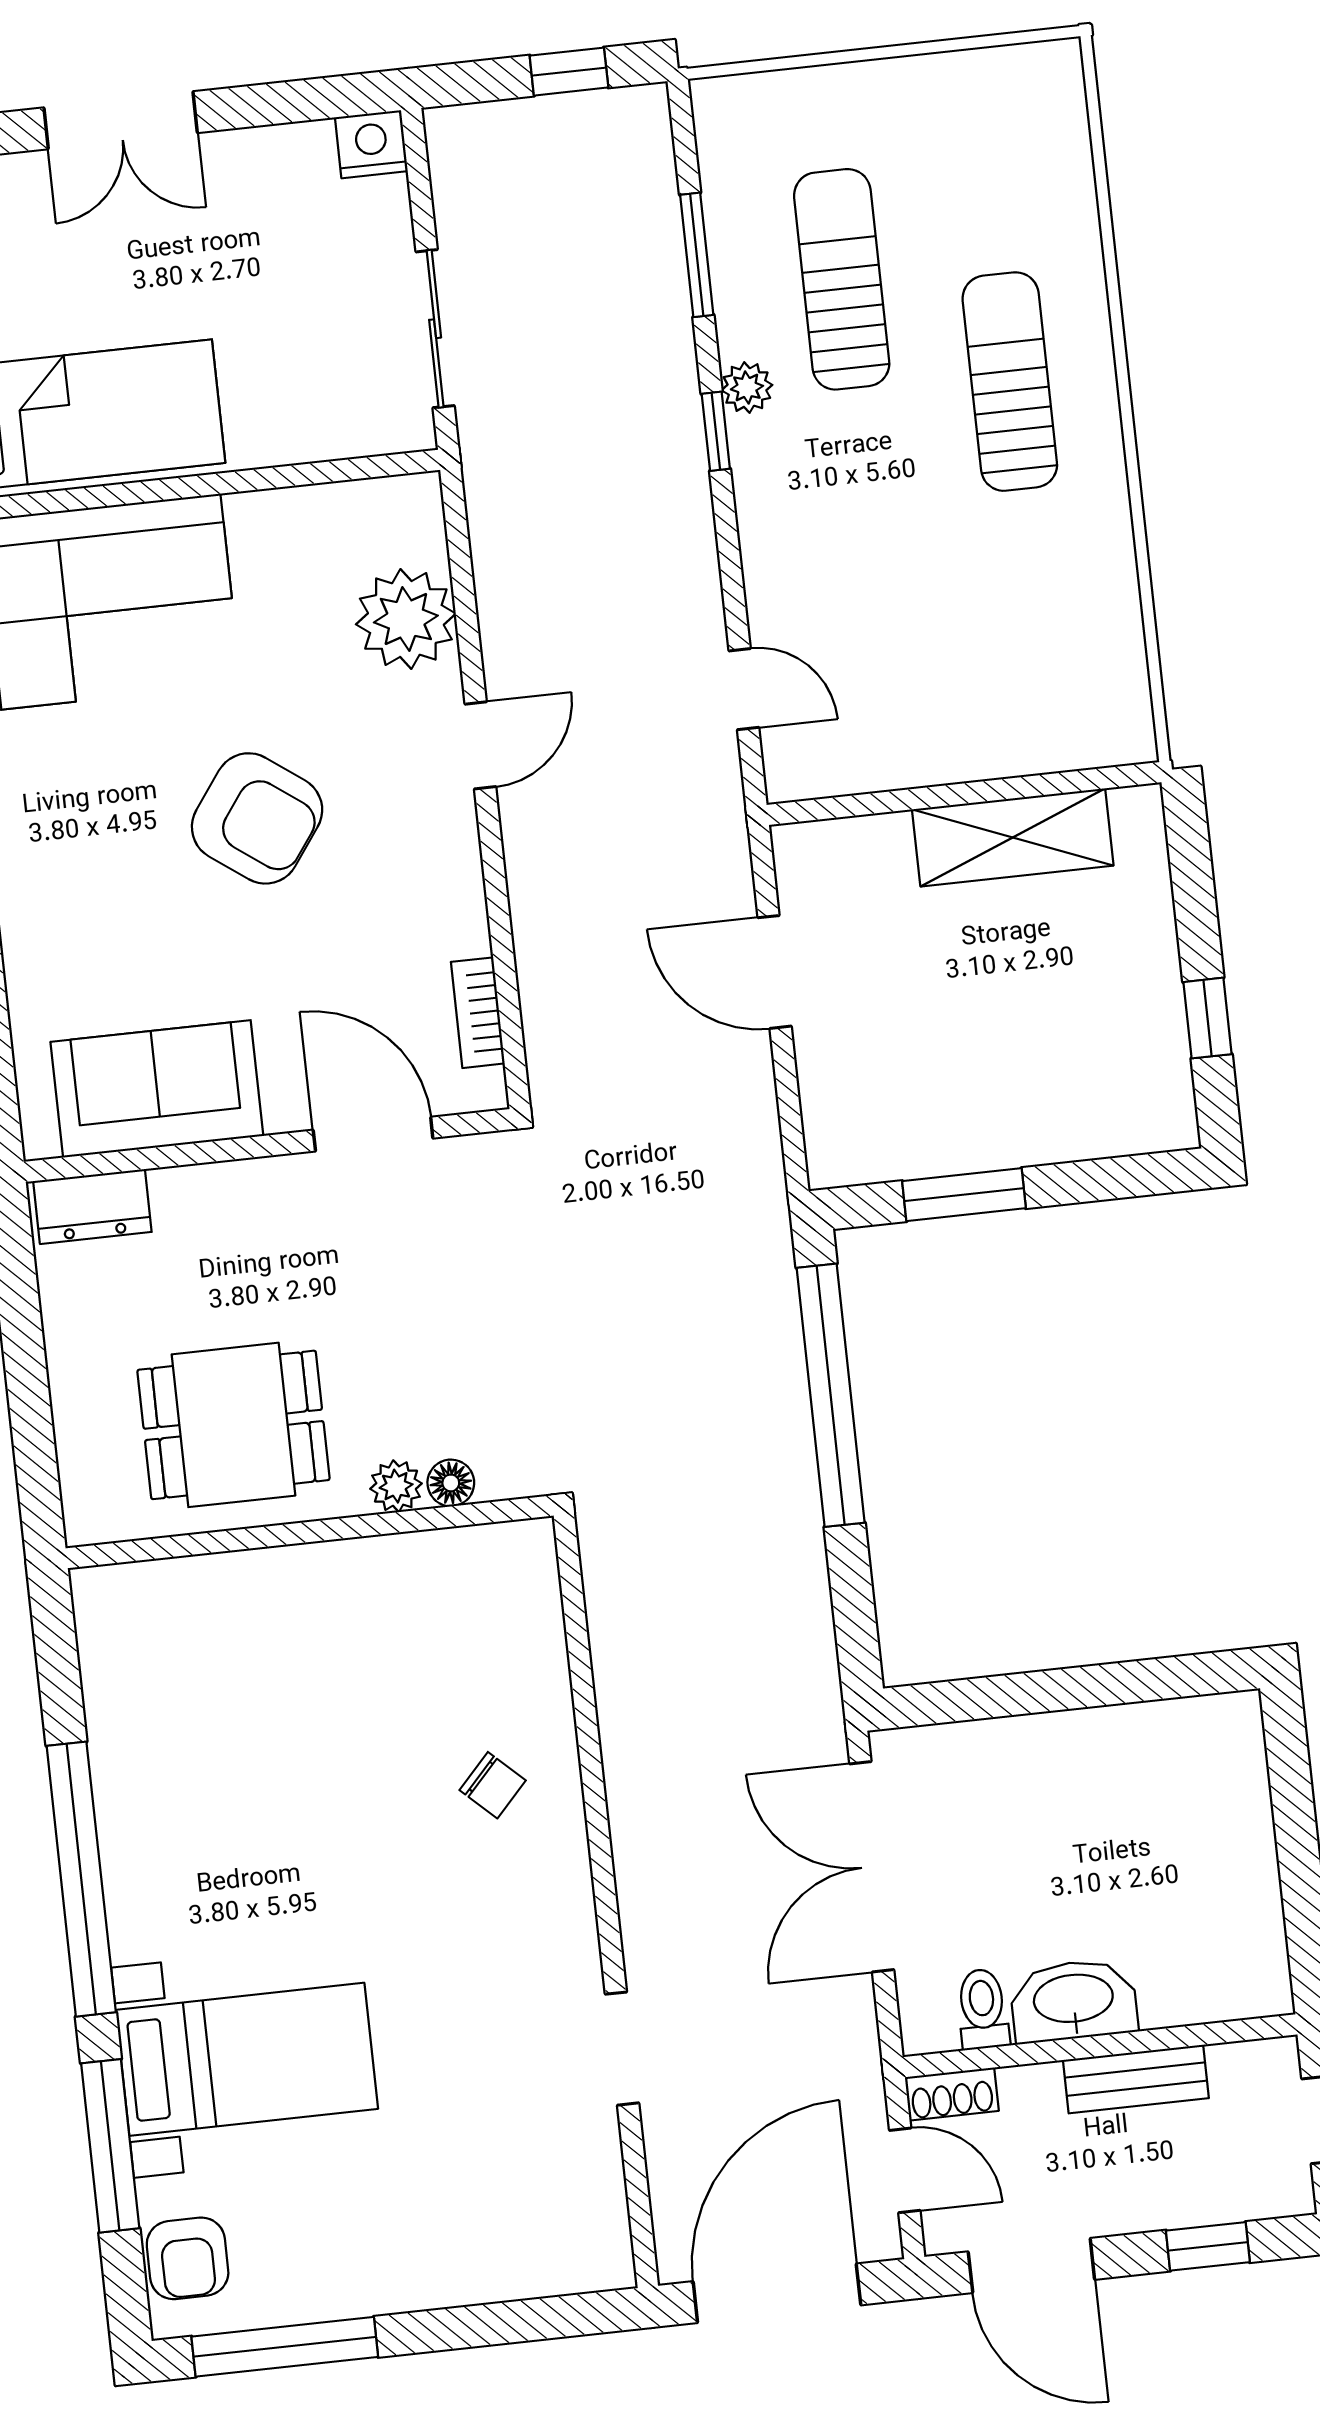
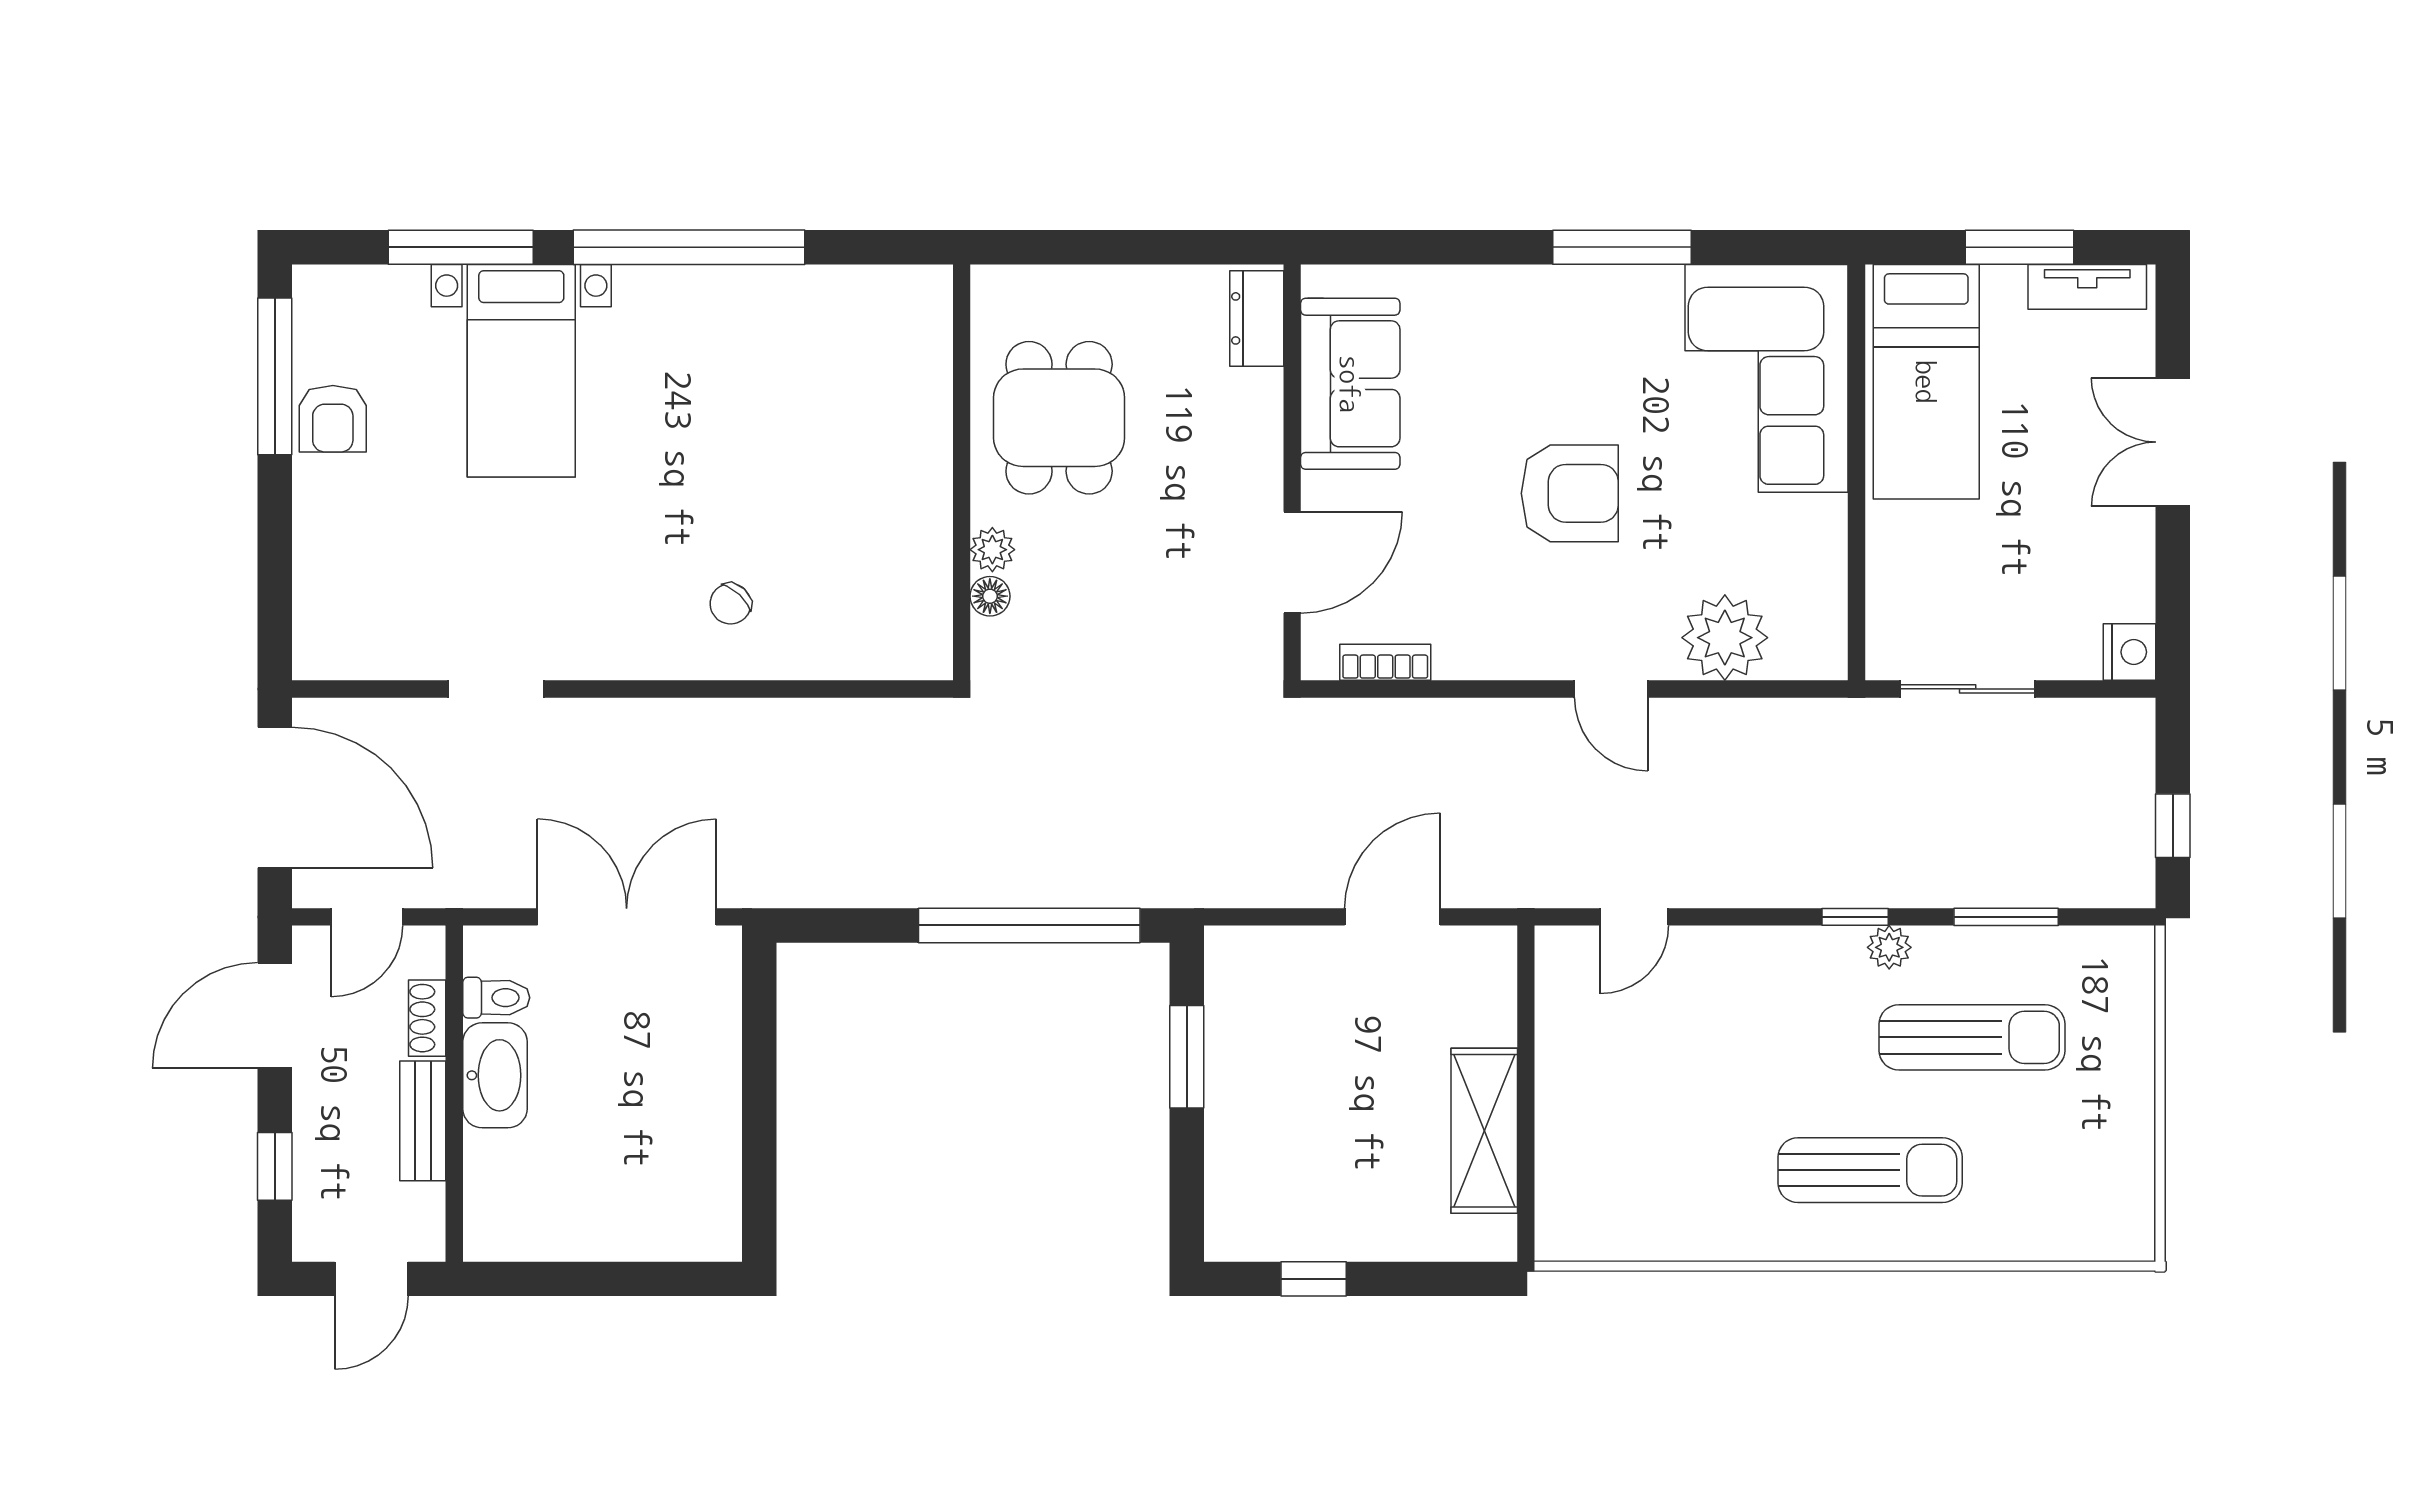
armchair: (257, 818) -> (1570, 493), turned -126
shoe rack: (952, 2094) -> (427, 1018), moved
armchair: (188, 2258) -> (333, 419), moved, turned -90

